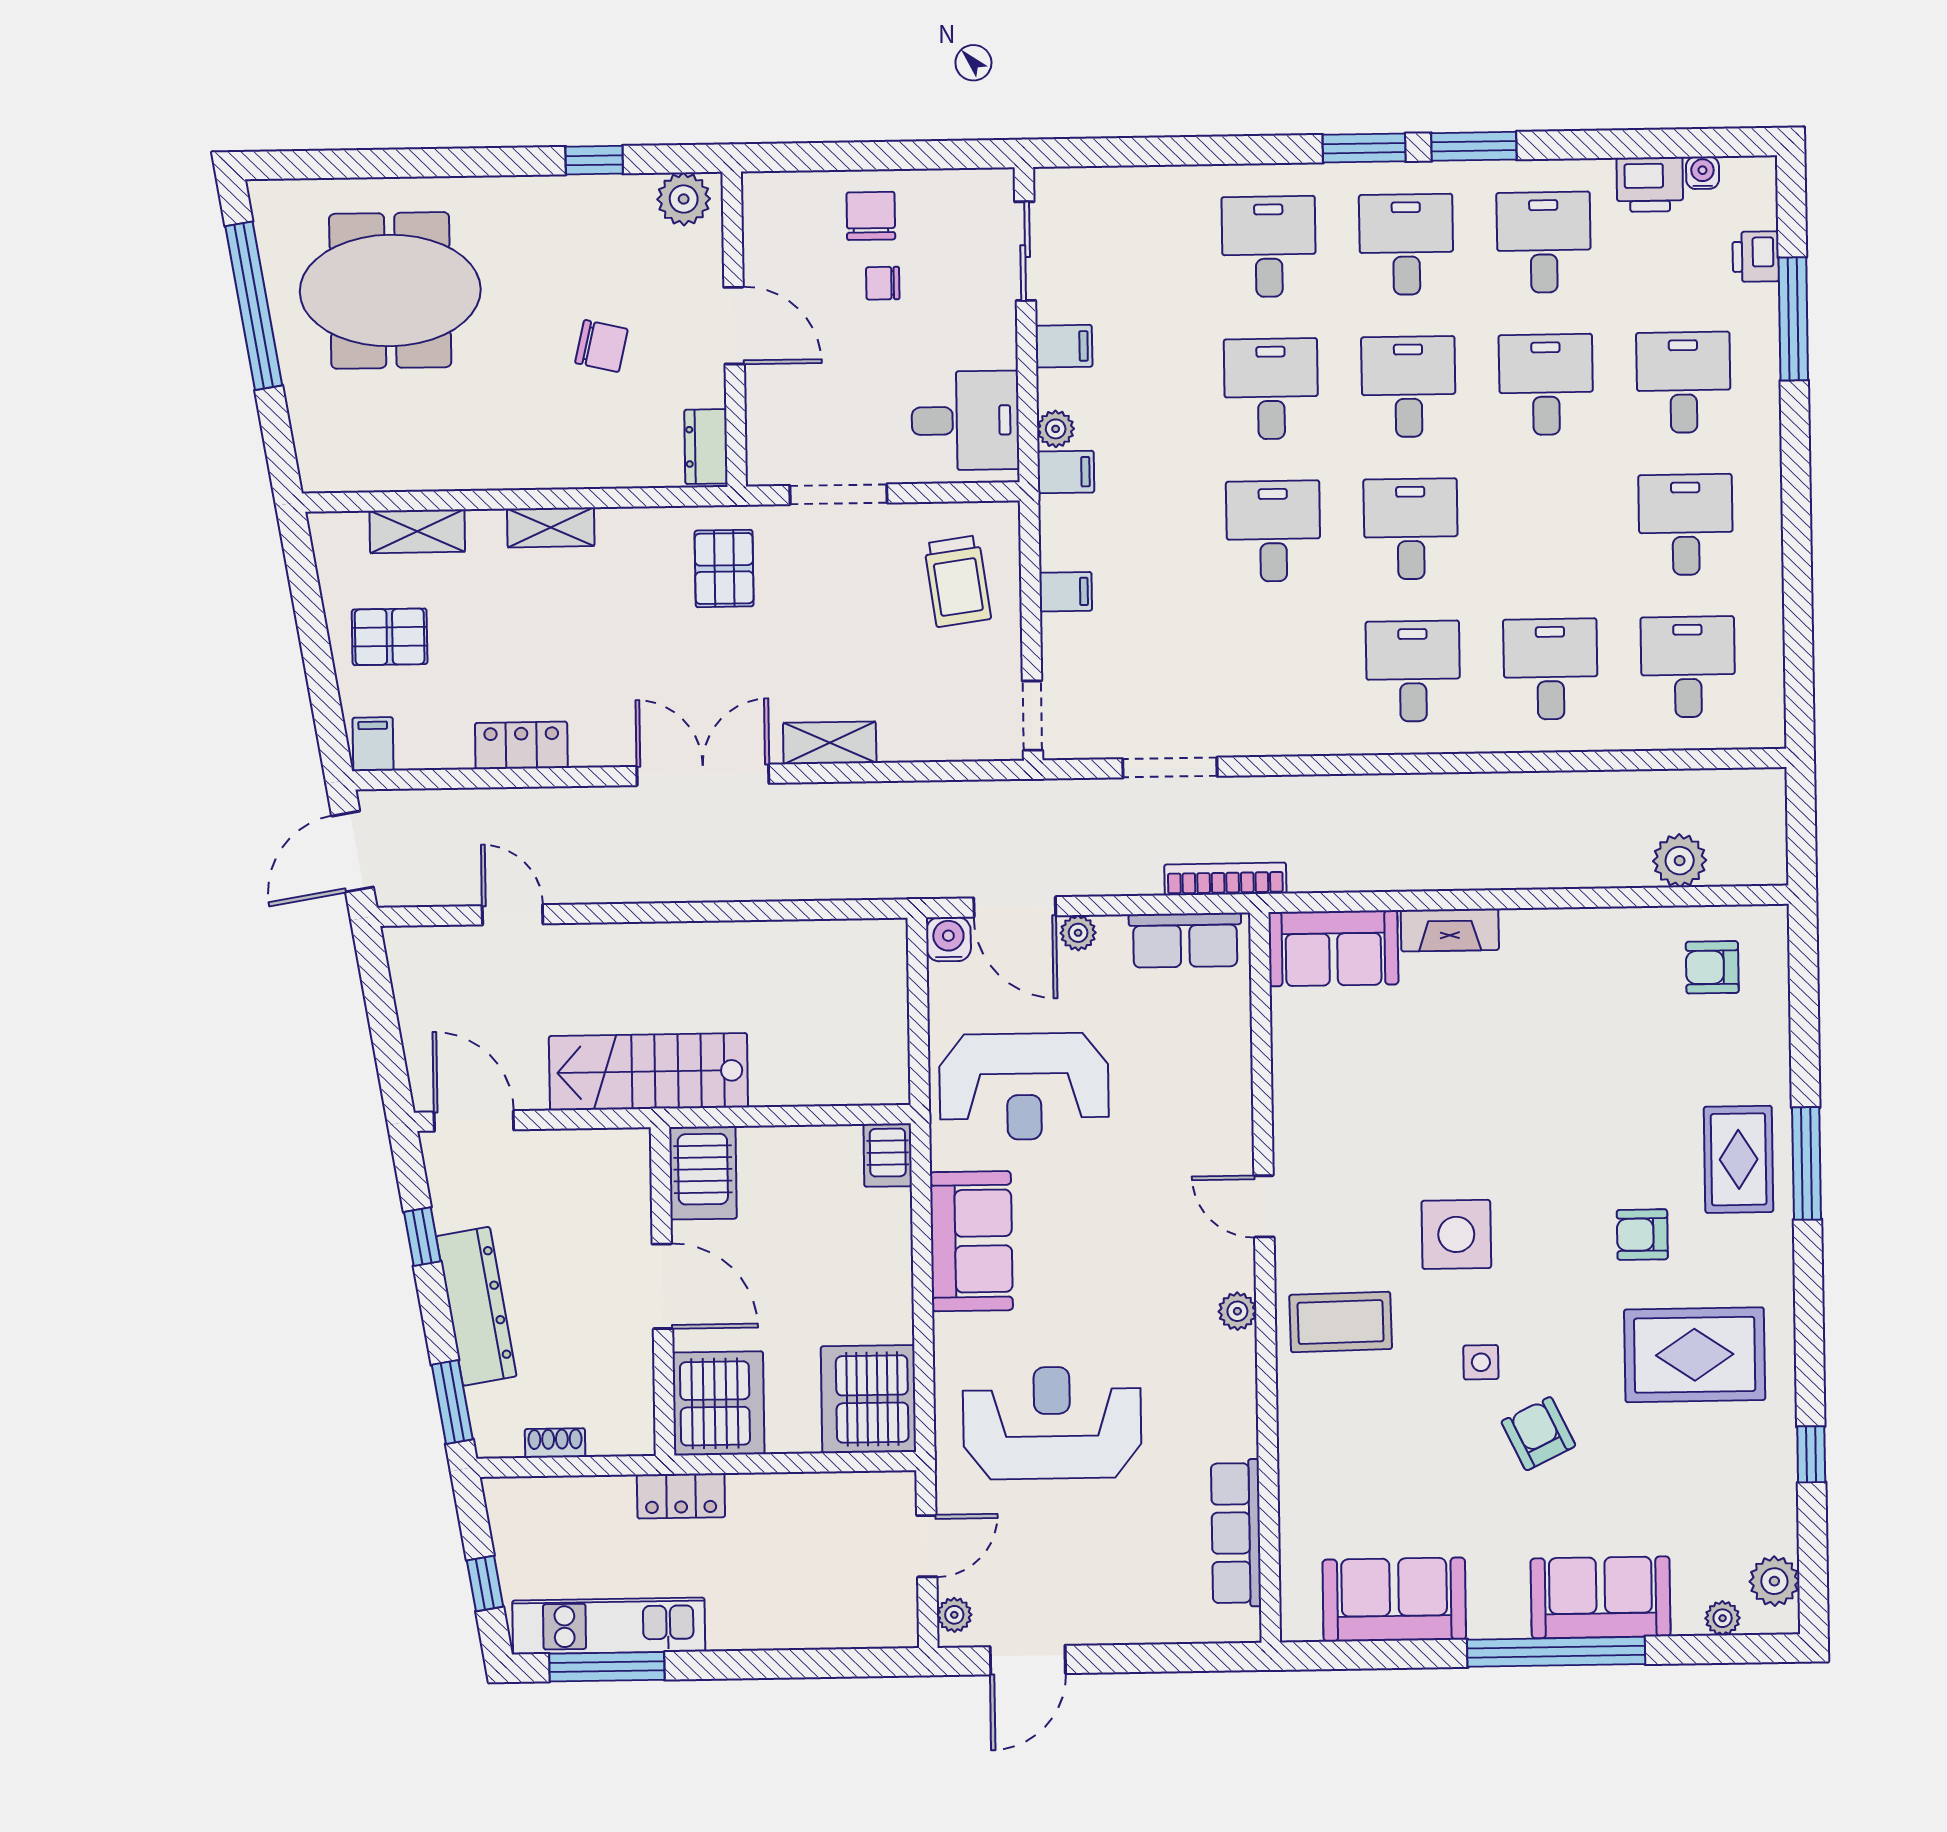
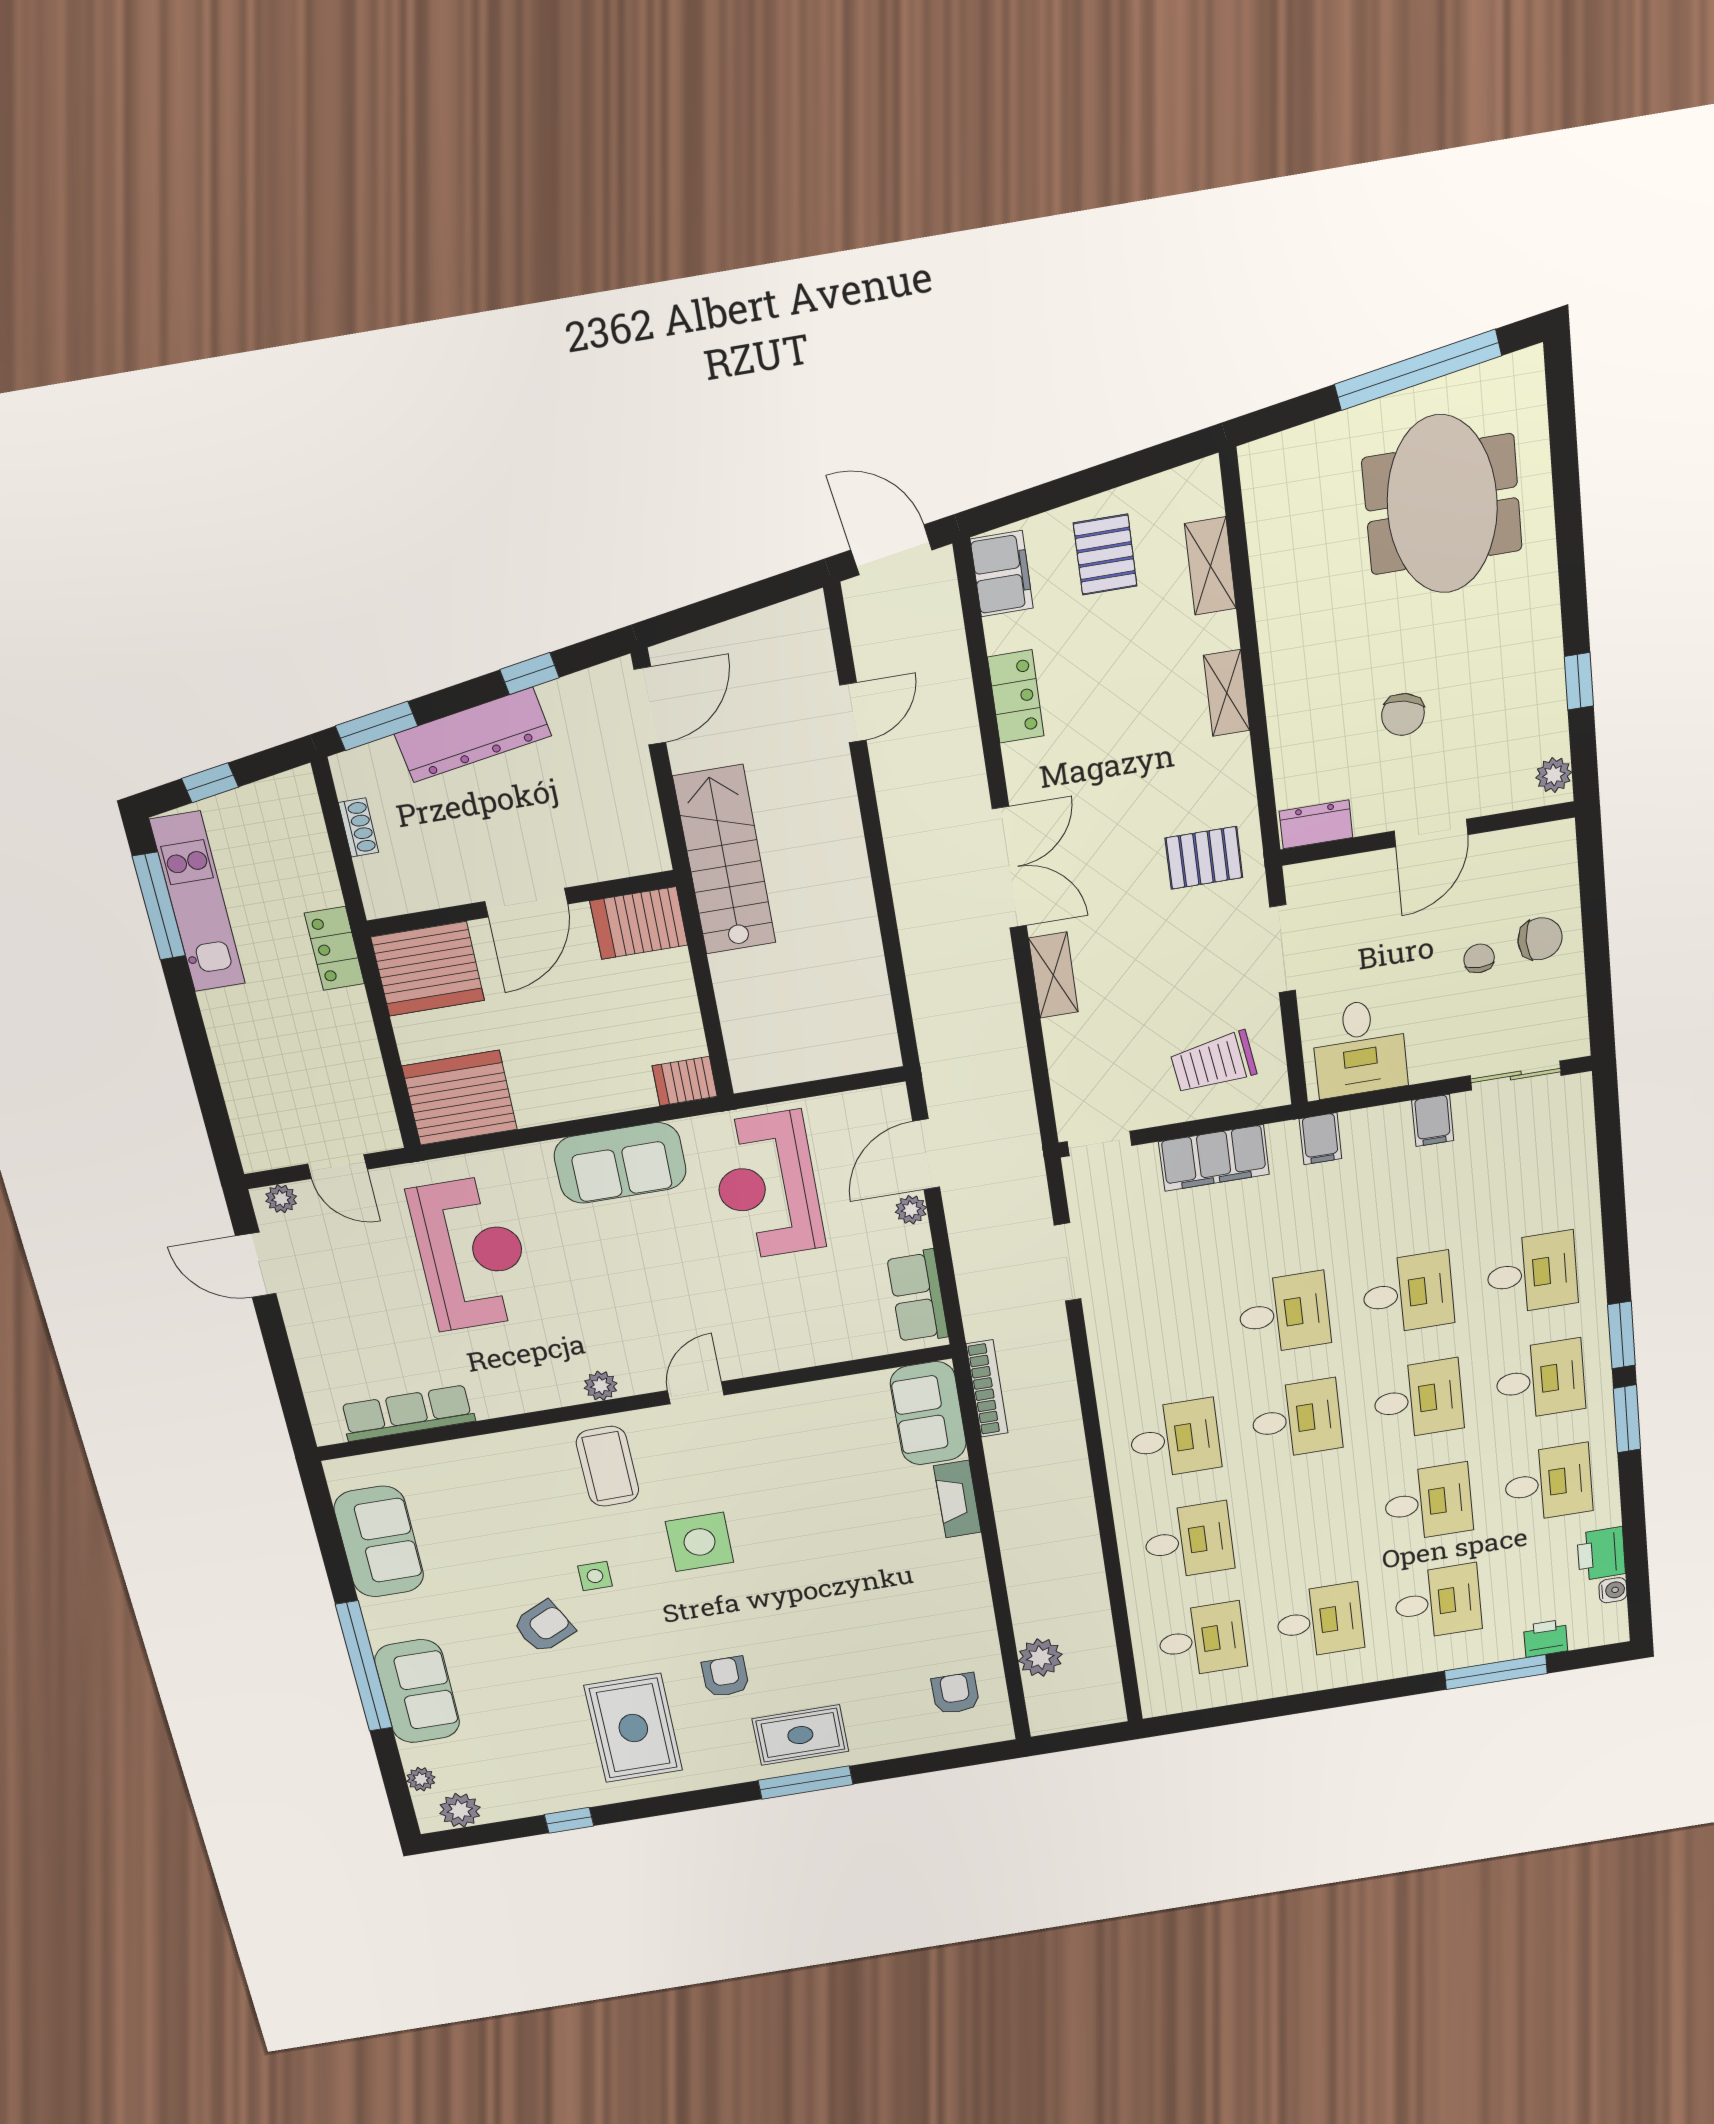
plant: (684, 199) -> (1554, 775), width x0.73, depth x0.73
plant: (1056, 429) -> (1358, 1125), removed
filing cabinet: (1066, 592) -> (1214, 1158), width x3.00, depth x1.17
filing cabinet: (373, 744) -> (1002, 574), width x2.00
bookcase: (1225, 879) -> (987, 1389), moved
water cooler: (948, 939) -> (889, 1103), removed

